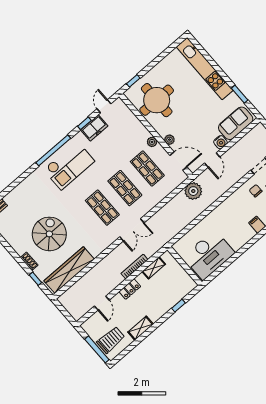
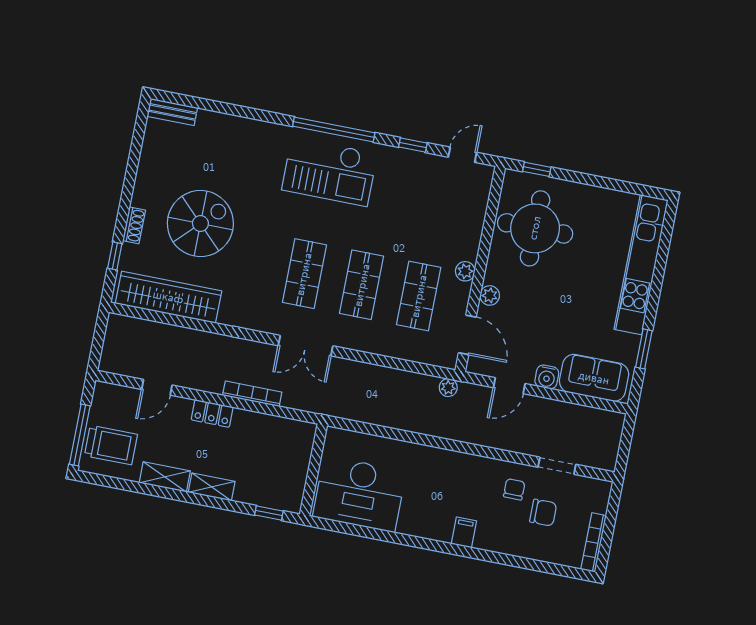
freezer: (94, 128) -> (418, 166), removed
plant: (193, 191) -> (448, 388), width x0.53, depth x0.53
shelving: (154, 268) -> (212, 487), moved
window: (179, 306) -> (269, 513), moved

